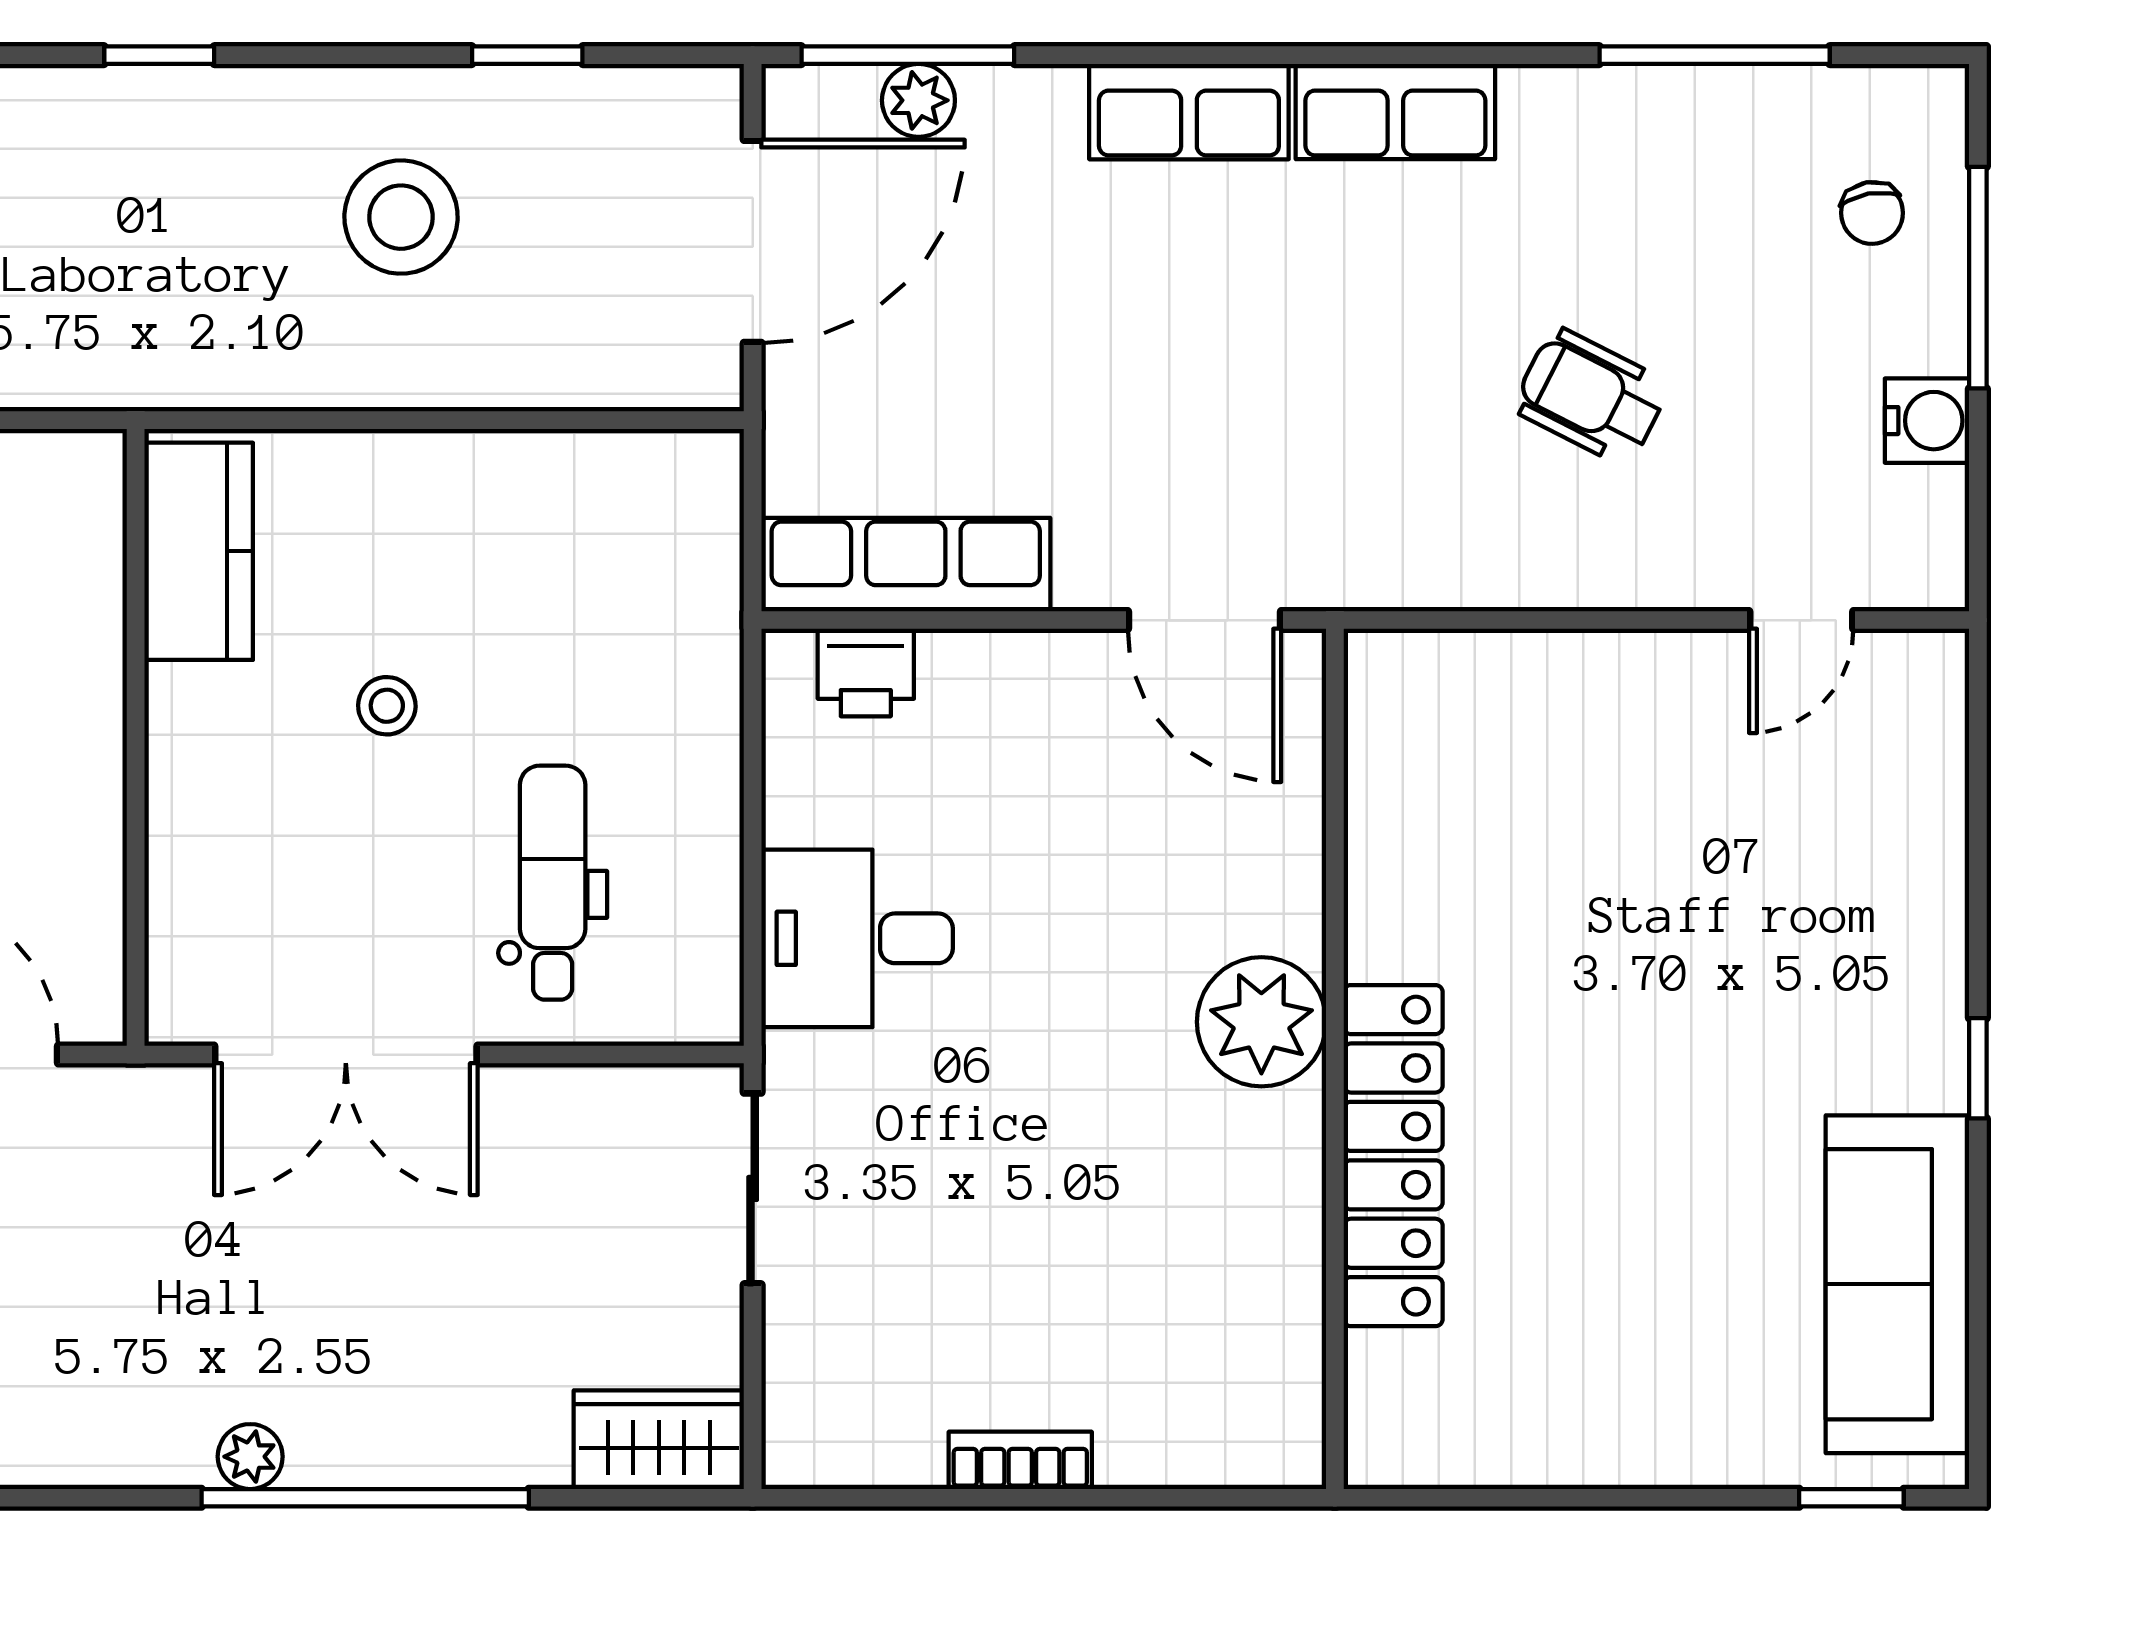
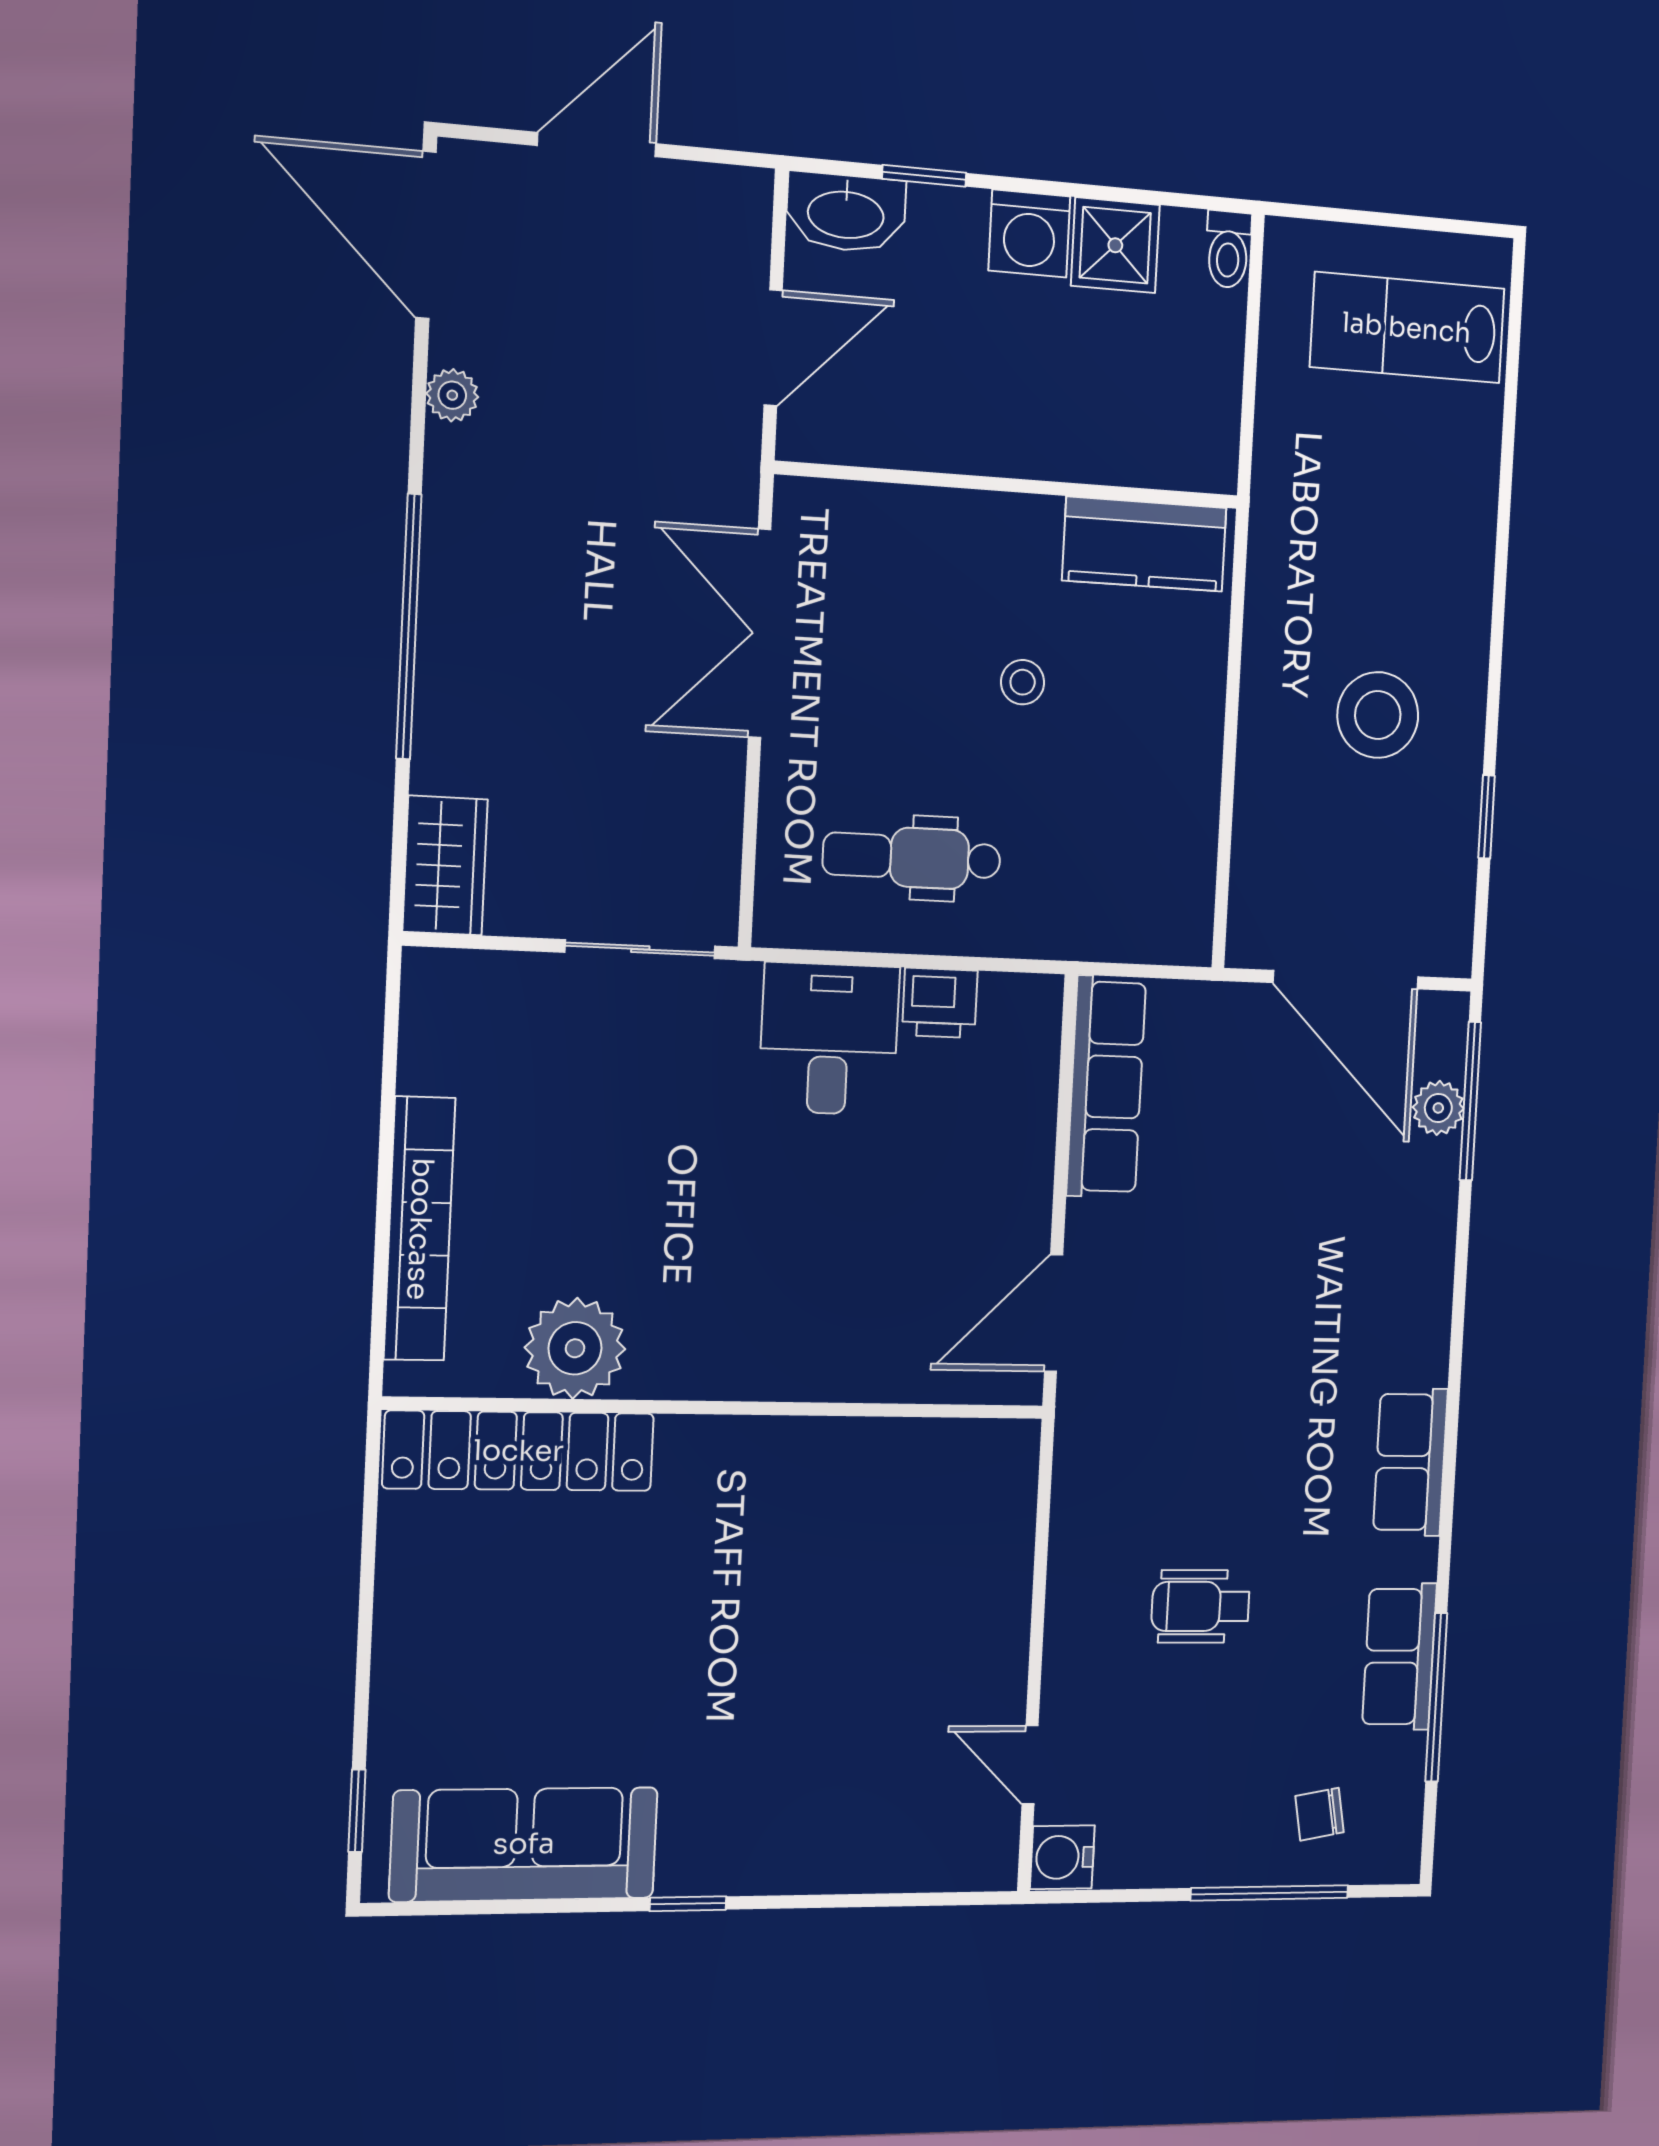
window: (159, 55) -> (1502, 540), removed
row of seats: (1189, 112) -> (1399, 1657), moved
wheelchair: (1591, 396) -> (1201, 1606), turned -117
water cooler: (1927, 421) -> (1062, 1857), moved, turned 90
printer: (866, 672) -> (940, 1003), moved, turned -90
dental chair: (553, 883) -> (912, 857), moved, turned 180
plant: (1261, 1022) -> (575, 1348), moved
locker: (1393, 1156) -> (519, 1451), moved
plant: (250, 1457) -> (452, 395), moved
bookcase: (1020, 1460) -> (420, 1229), width x2.31, depth x1.31

